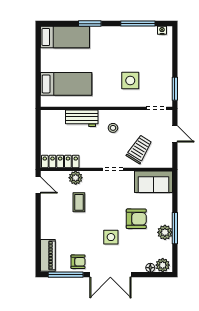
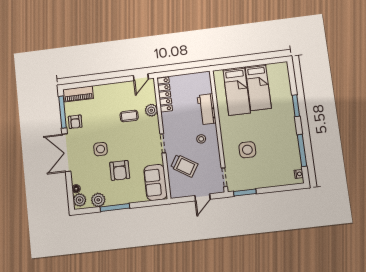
bed: (65, 37) -> (258, 87), moved
plant: (165, 232) -> (98, 200), moved

